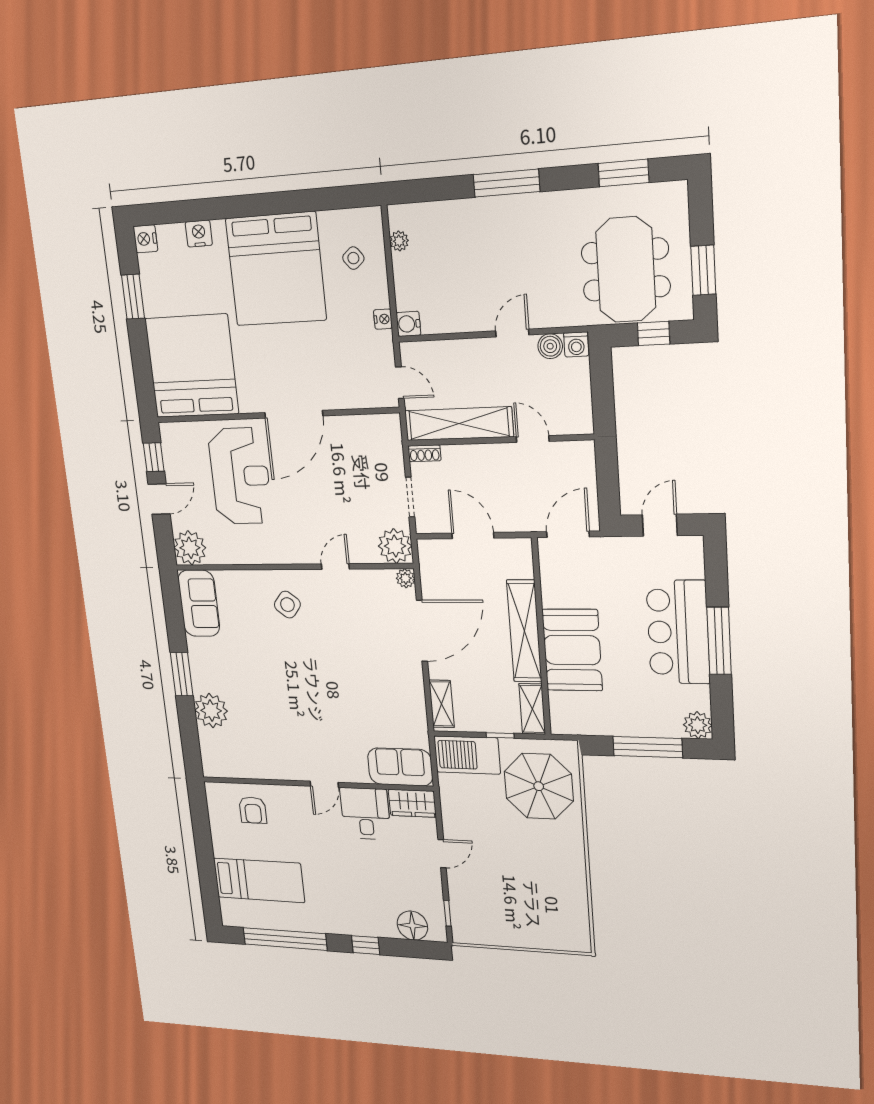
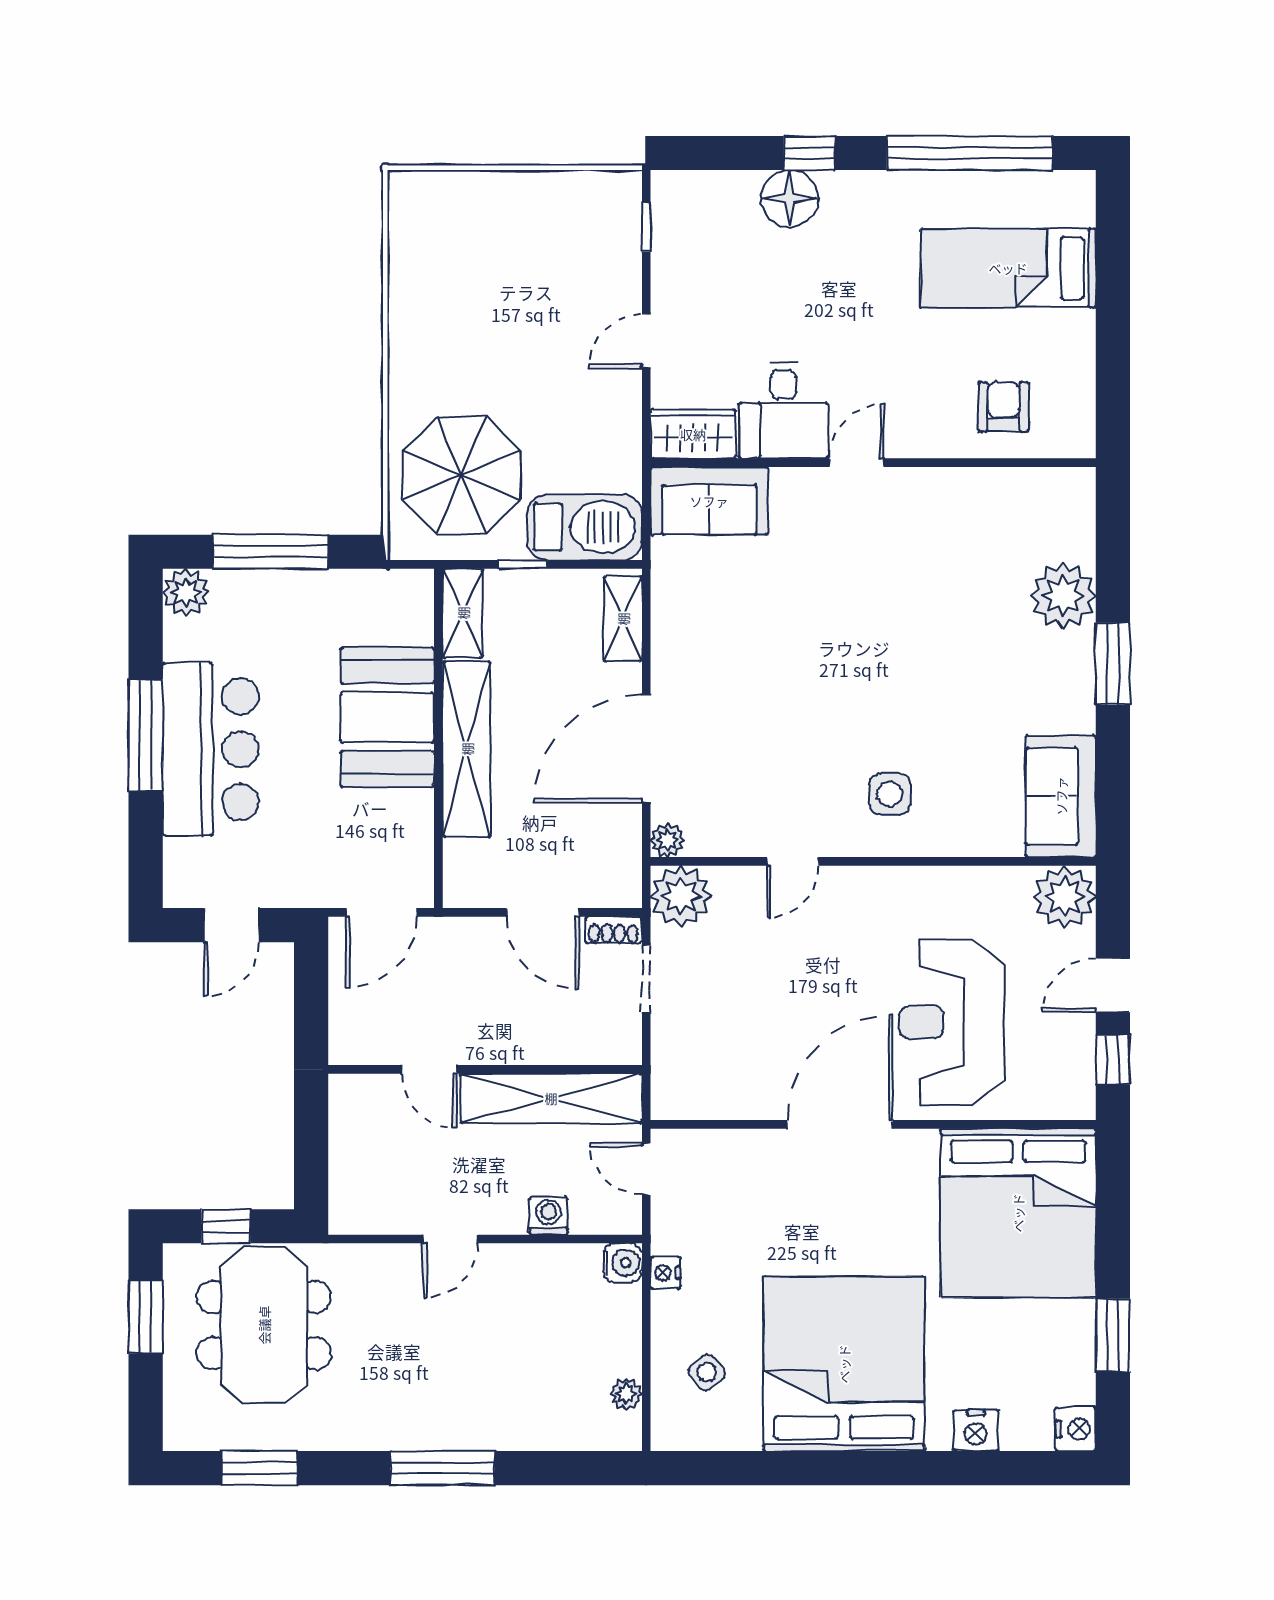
washing machine: (576, 344) -> (549, 1216), moved
boiler: (550, 346) -> (390, 1215), removed
shoe rack: (424, 453) -> (613, 930), moved, turned 180
side table: (287, 605) -> (890, 794), turned -38
floor lamp: (412, 926) -> (790, 199), moved

